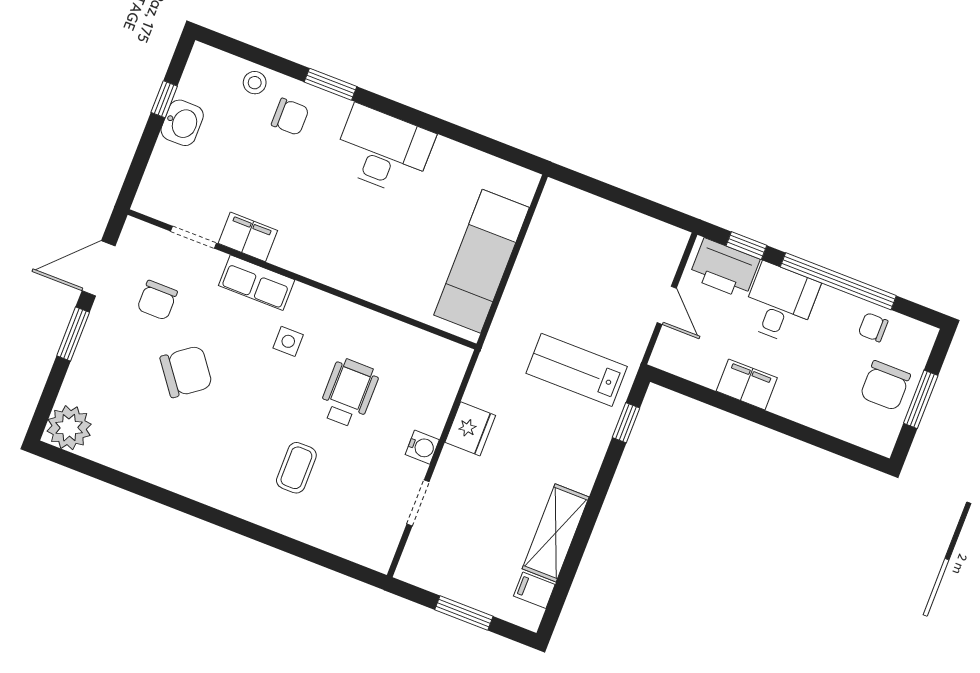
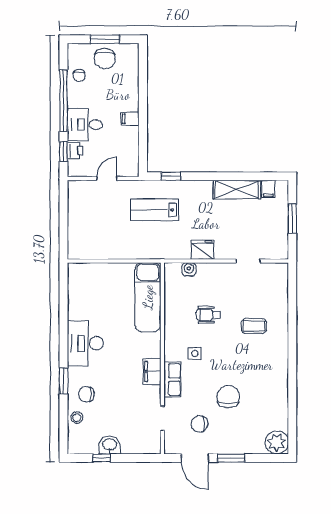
chair: (290, 117) -> (87, 394), turned -90
filing cabinet: (248, 237) -> (152, 371), moved
exam couch: (482, 261) -> (148, 297), moved, turned 90
printer: (724, 268) -> (75, 150), width x0.53, depth x0.68
chair: (157, 300) -> (199, 424), turned 180
lab bench: (577, 370) -> (155, 210), turned 90
chair: (186, 372) -> (228, 397), turned 37
filing cabinet: (747, 384) -> (130, 119), width x0.50
chair: (885, 386) -> (105, 59), turned 90
wheelchair: (349, 393) -> (208, 315), width x0.73, depth x0.73
water cooler: (422, 447) -> (189, 269), moved

